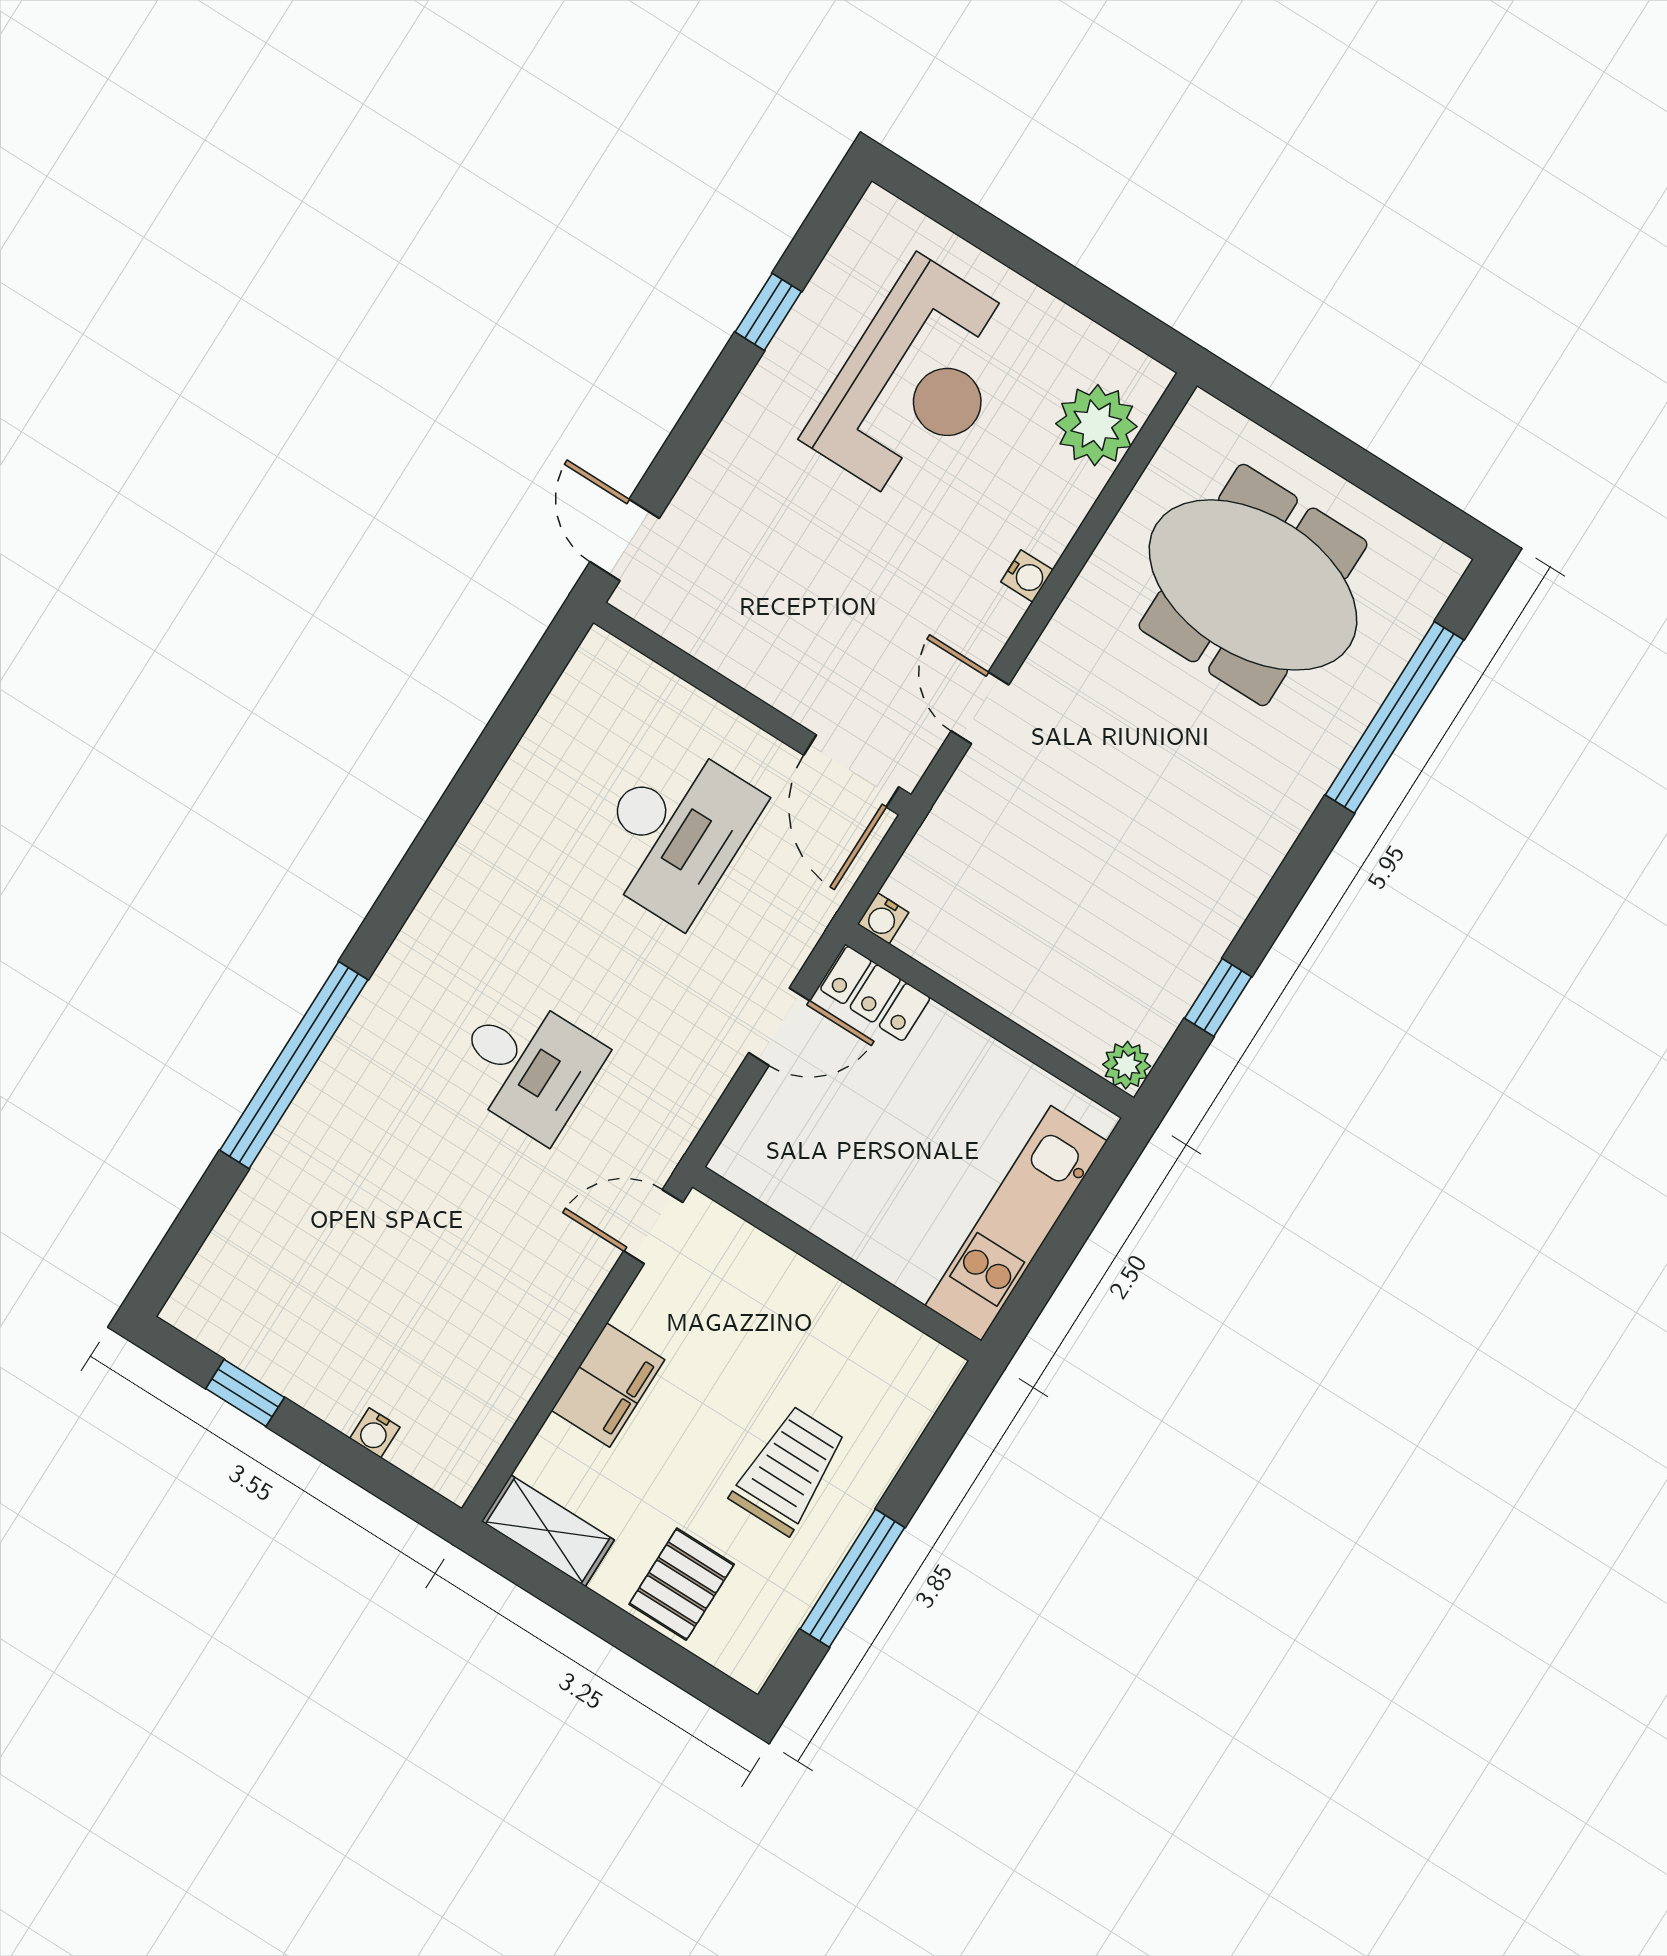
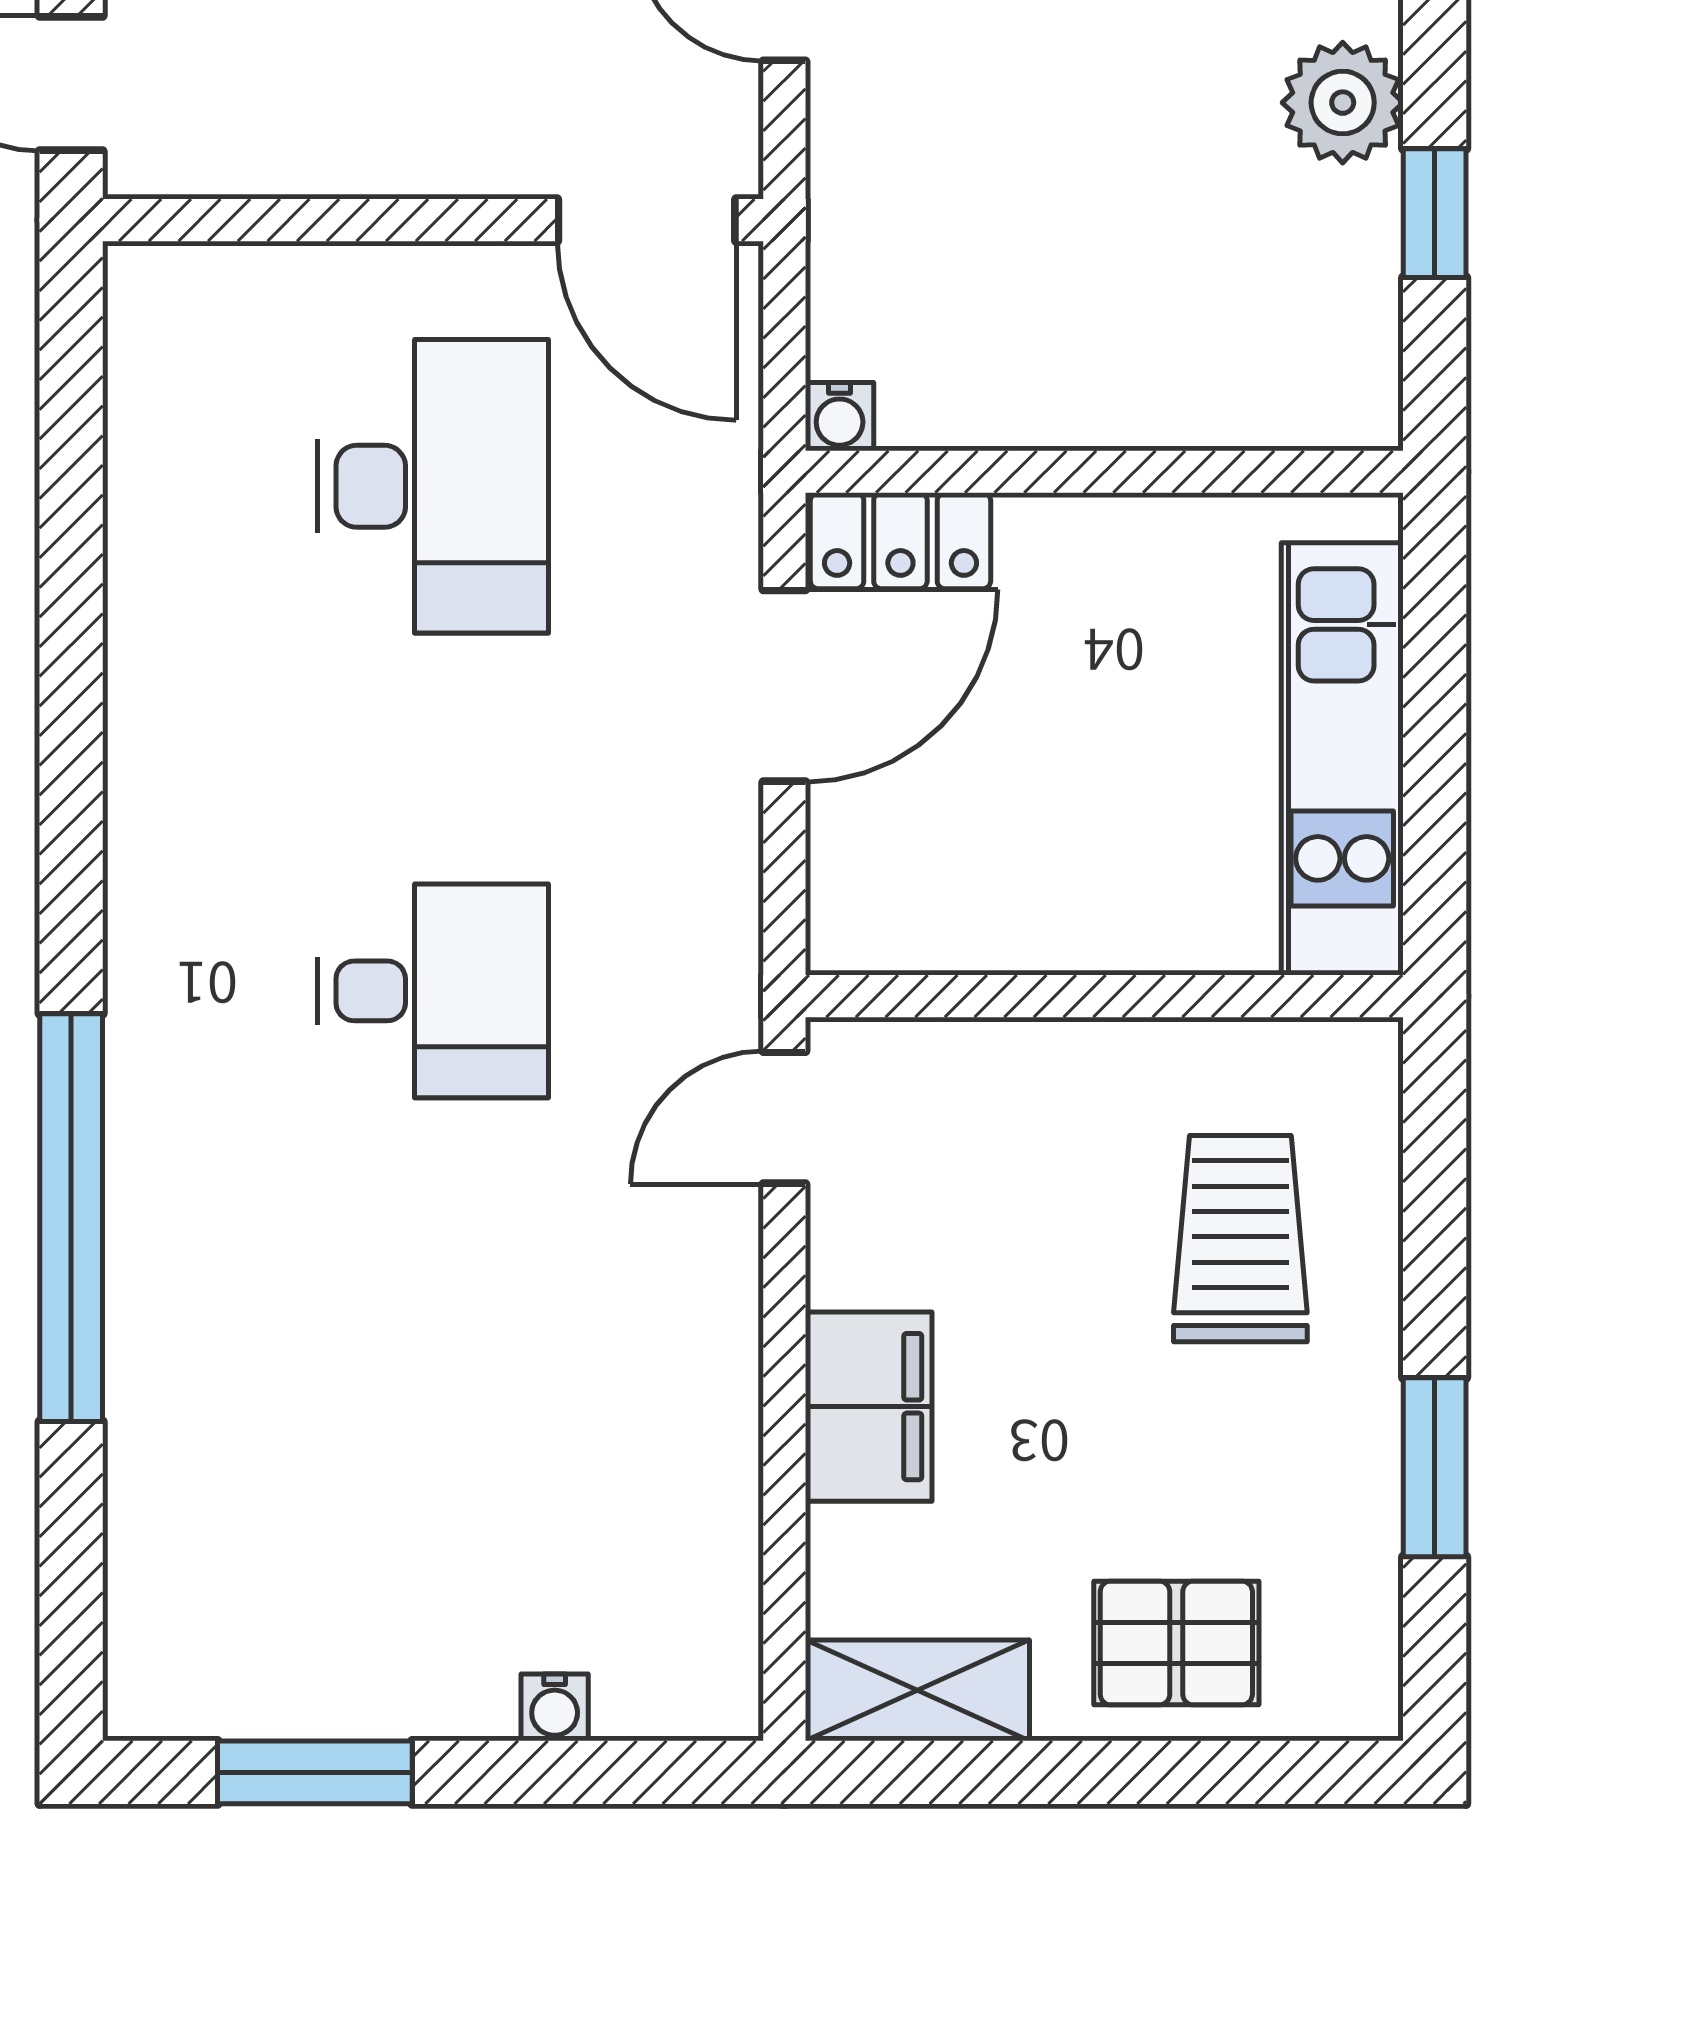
door: (779, 1027) -> (784, 686), width x1.38
plant: (1127, 1065) -> (1343, 103), moved, width x1.38, depth x1.38
window: (245, 1393) -> (315, 1772), width x1.50
trolley: (789, 1470) -> (1240, 1239), moved
window: (852, 1578) -> (1435, 1467), width x0.69
pallet: (682, 1584) -> (1176, 1643), turned 90

